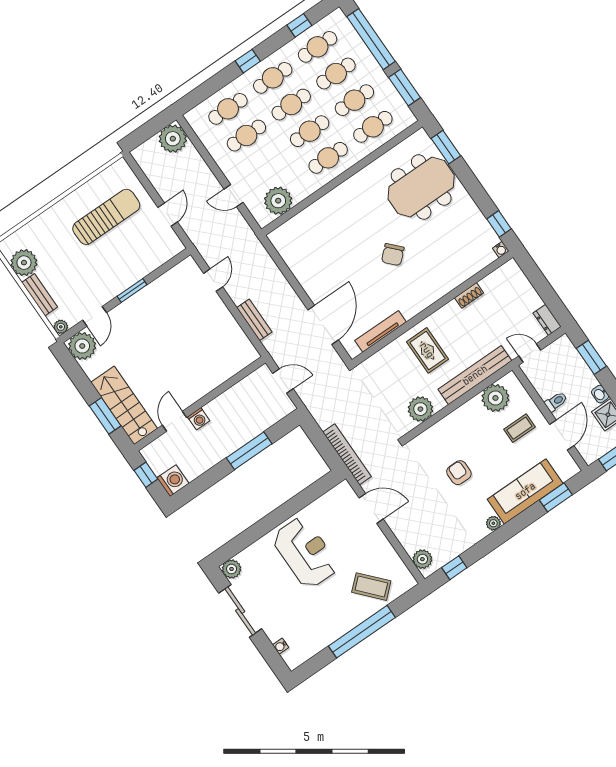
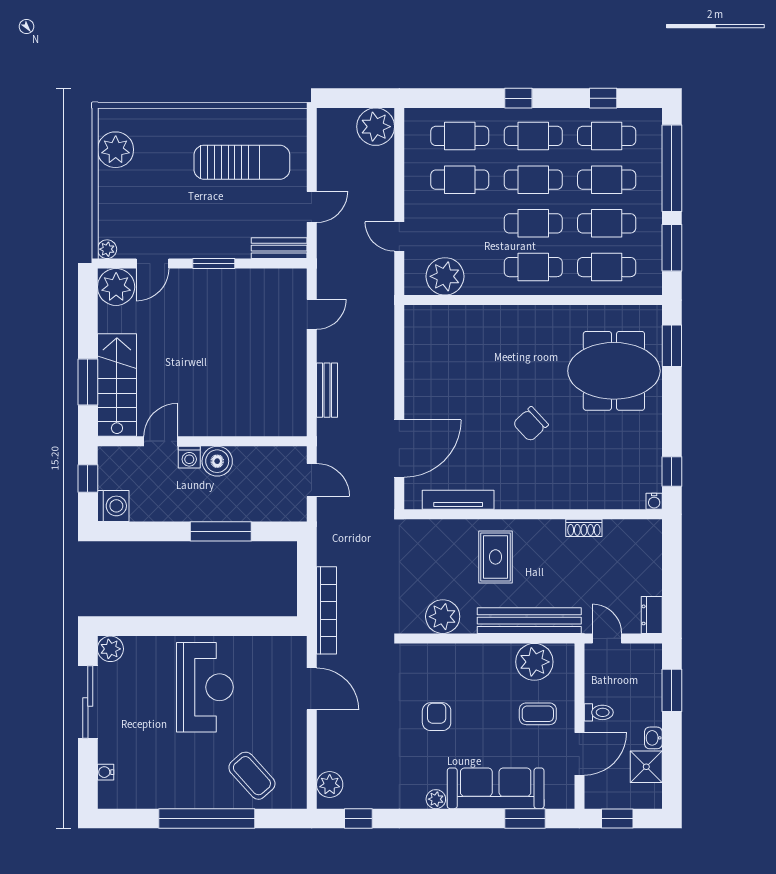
bench: (40, 295) -> (279, 248), moved, turned 90
boiler: (217, 409) -> (217, 461), added

